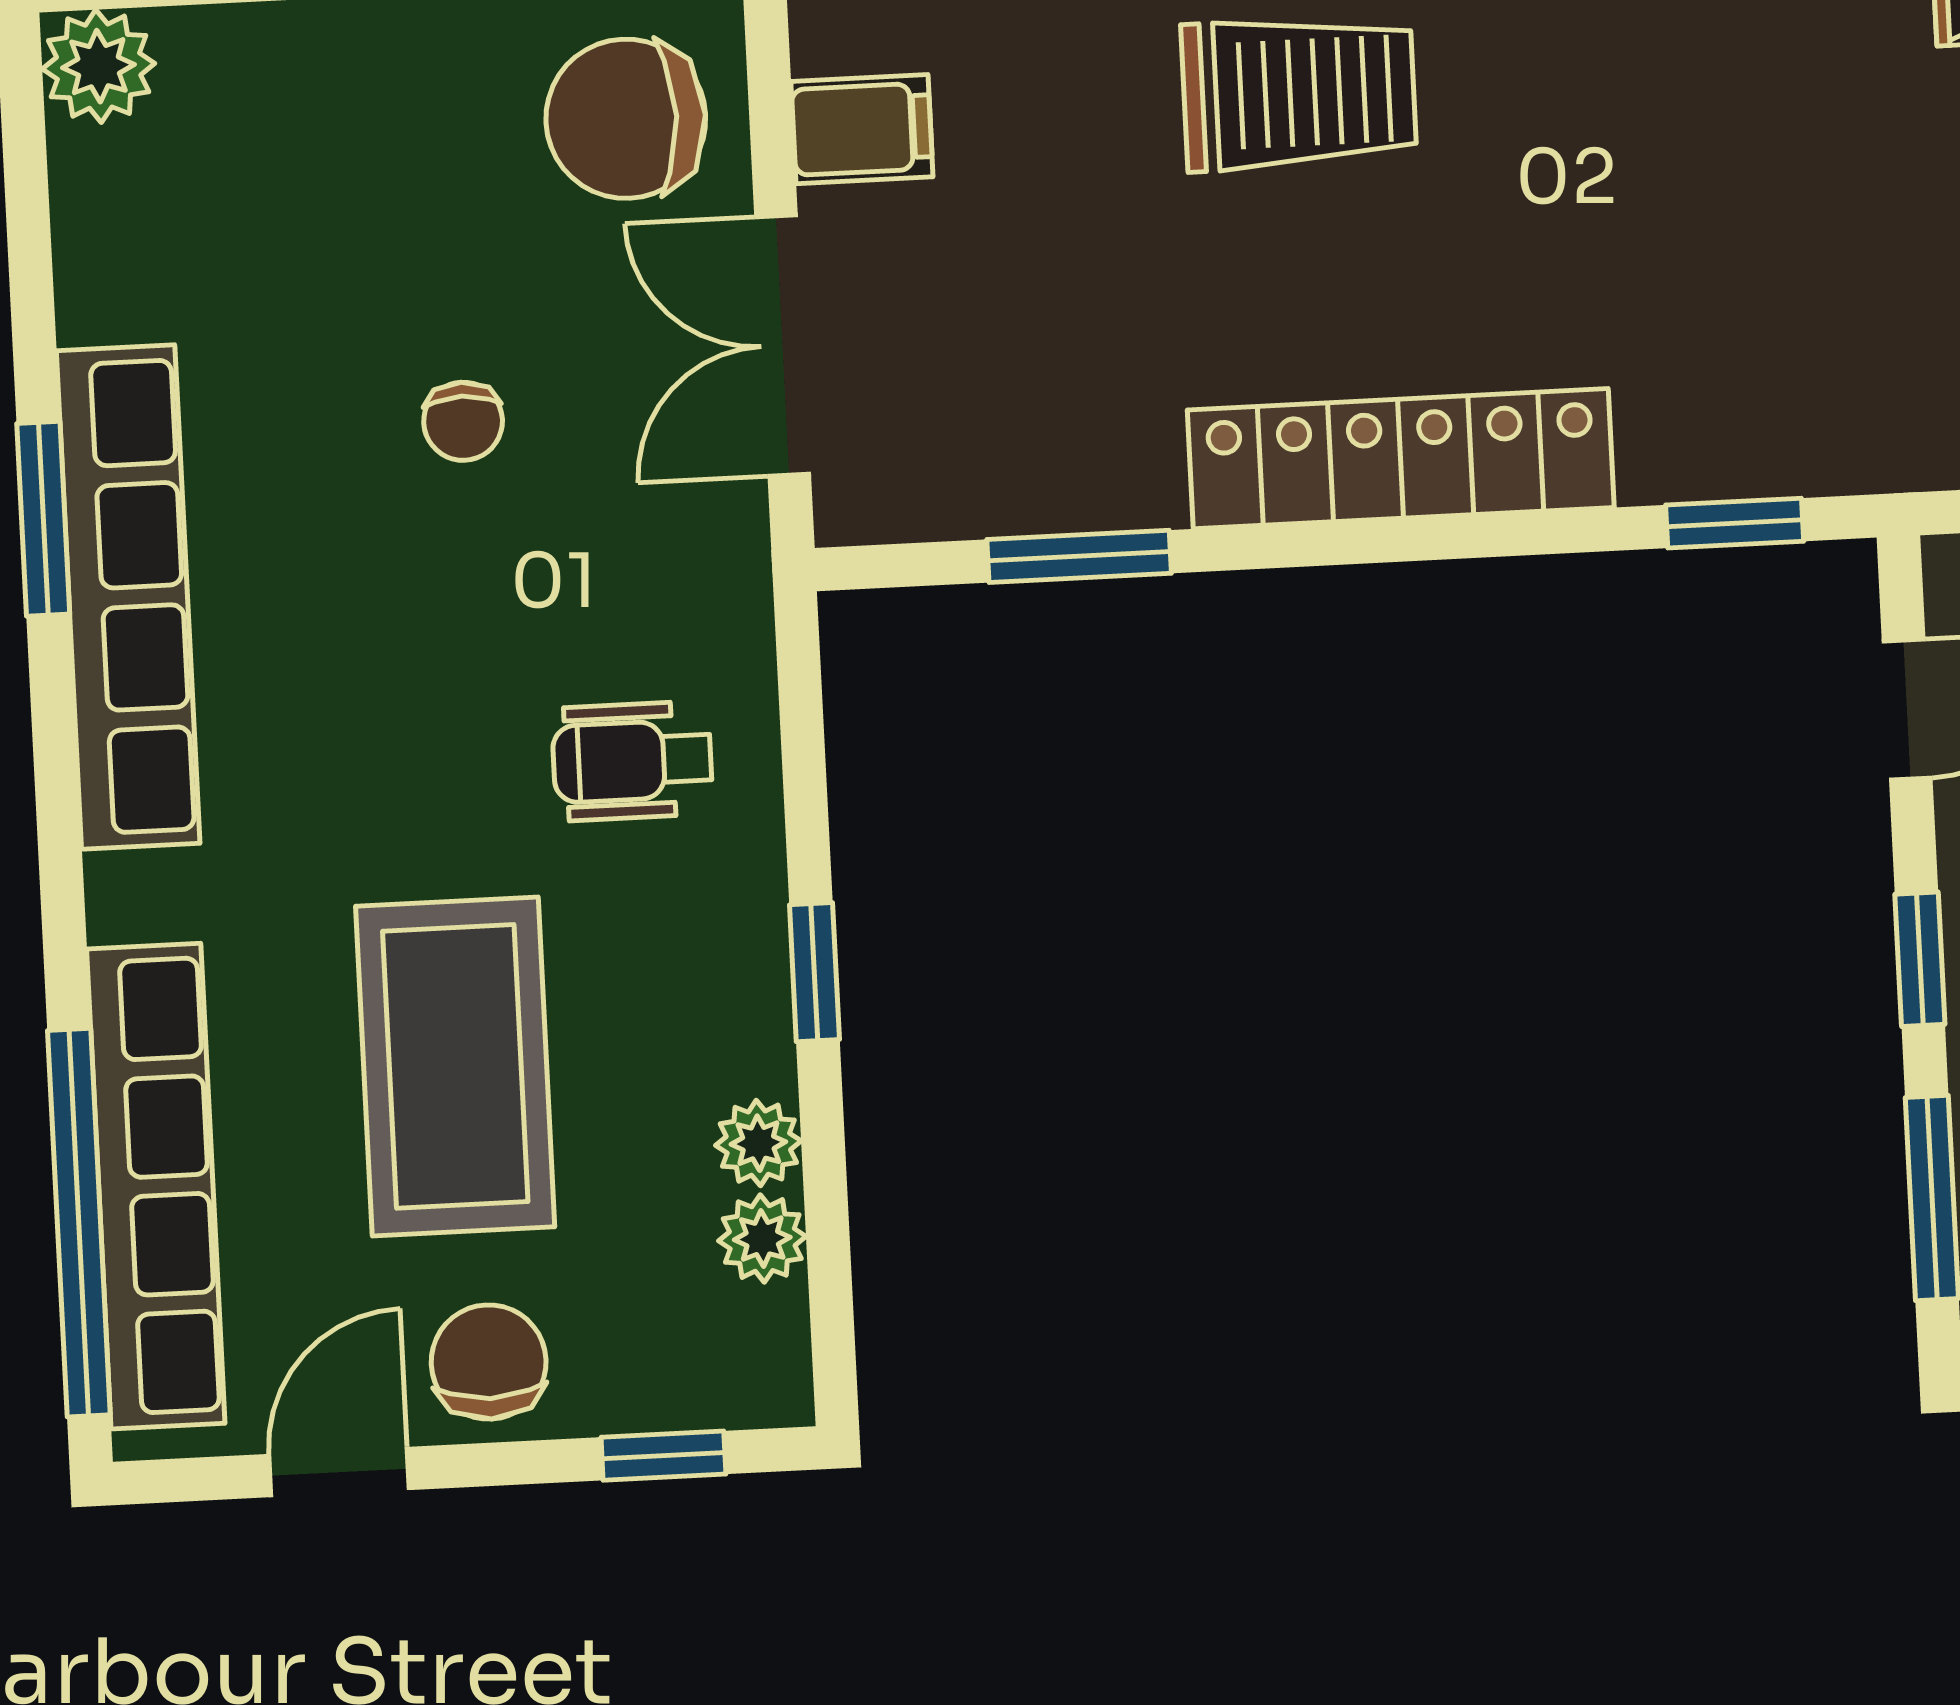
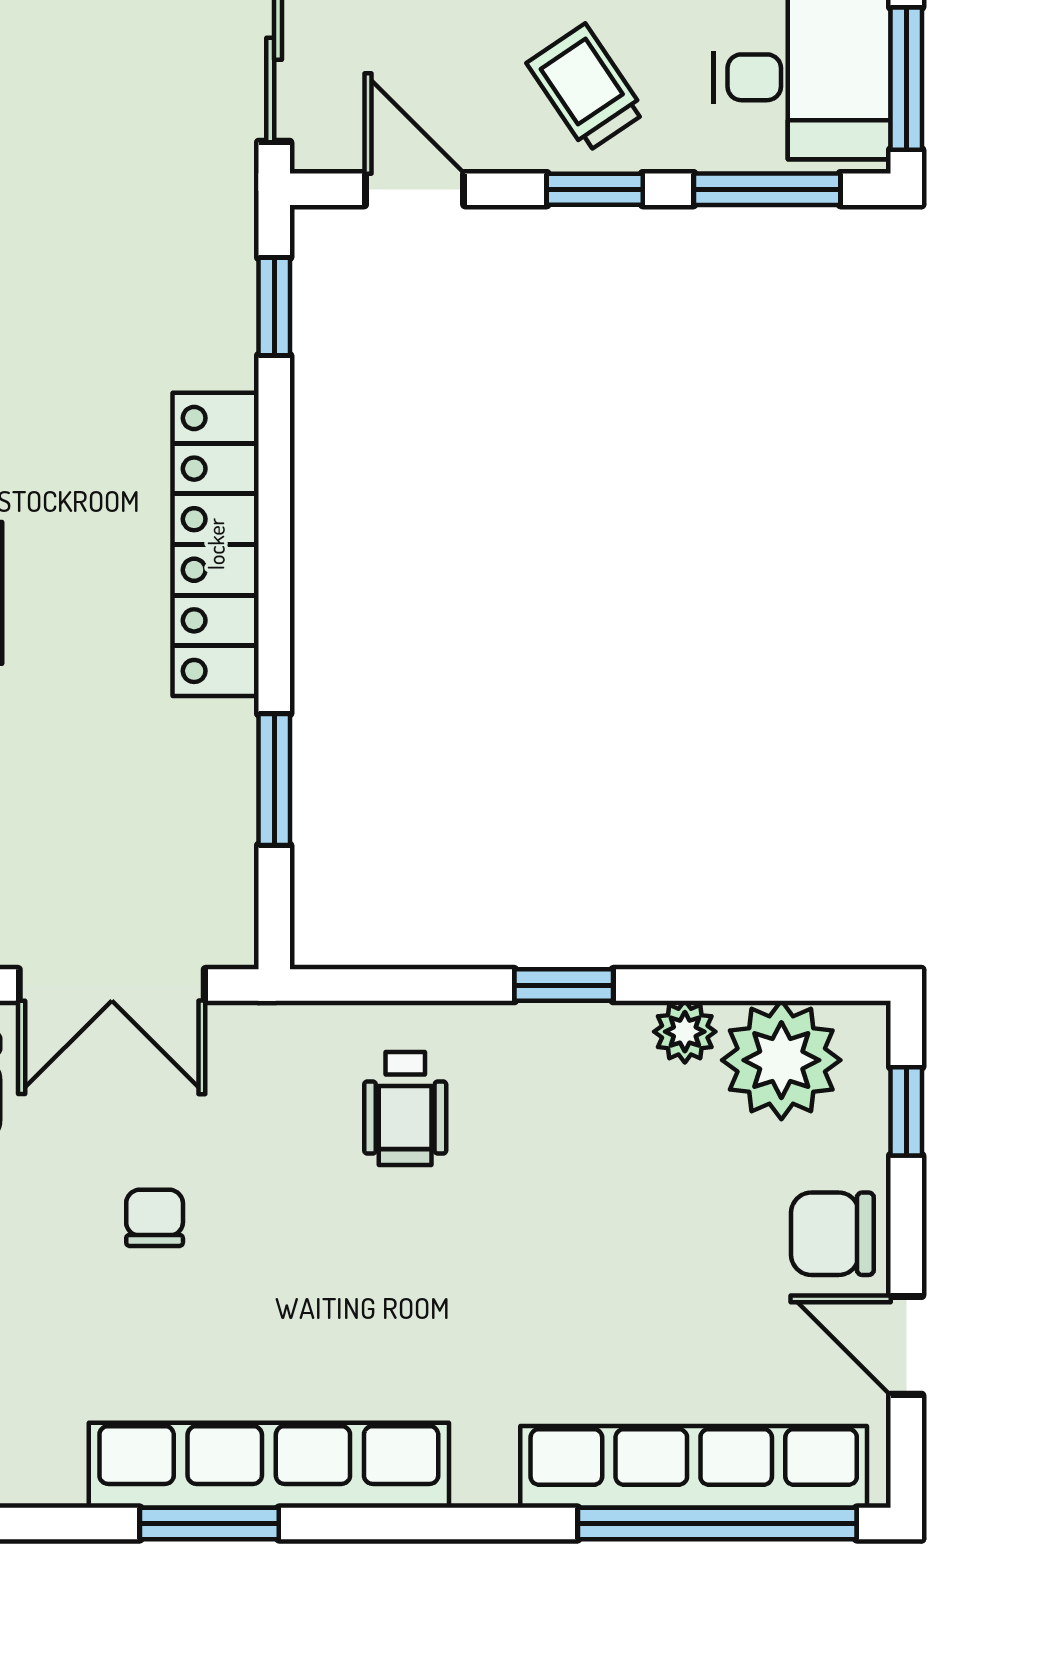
chair: (463, 421) -> (155, 1218), turned -90
coffee table: (455, 1066) -> (619, 1247), removed
plant: (762, 1239) -> (781, 1060), width x1.88, depth x1.88

